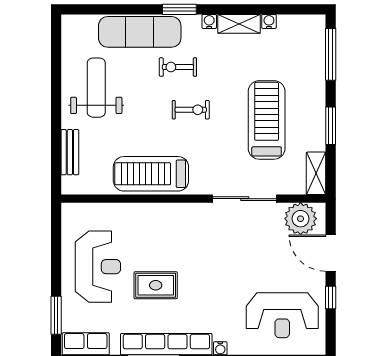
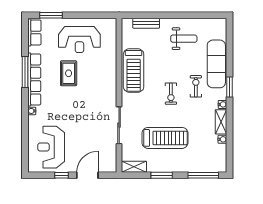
weight bench: (96, 88) -> (184, 39), width x0.73, depth x0.75
treadmill: (151, 174) -> (134, 71), turned 180
plant: (301, 219) -> (107, 158), removed

